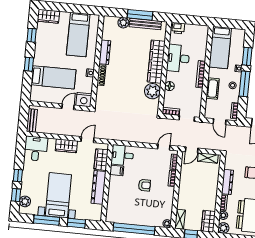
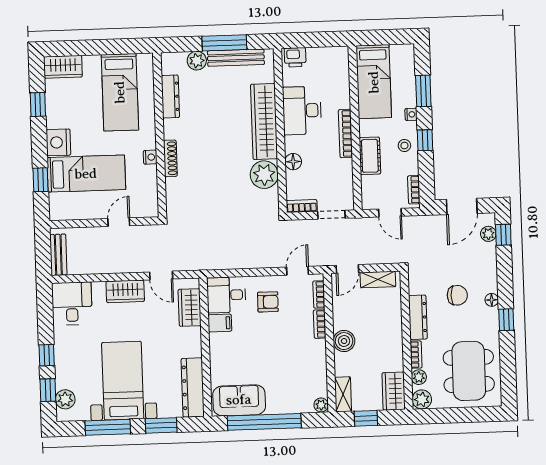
dresser: (105, 52) -> (170, 96), moved
window: (29, 64) -> (41, 180), moved
window: (244, 84) -> (425, 140), width x0.46
nightstand: (84, 100) -> (58, 142), moved, turned 90
door: (87, 140) -> (161, 276), swing flipped
armchair: (144, 185) -> (268, 302), moved
dresser: (98, 187) -> (193, 388), moved
boiler: (184, 190) -> (344, 341), added
sofa: (122, 215) -> (239, 400), added

